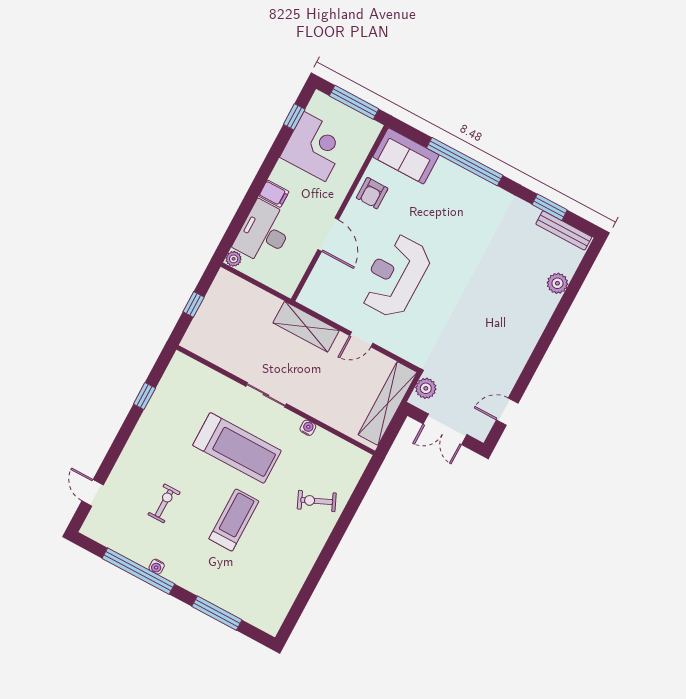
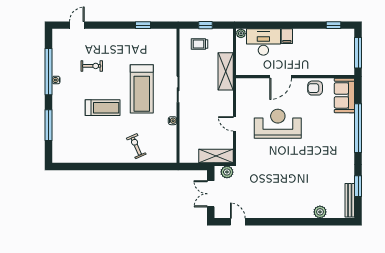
corner desk: (315, 147) -> (323, 44), removed
shelving: (306, 327) -> (226, 71), moved
trolley: (217, 328) -> (200, 44), added
shelving: (388, 403) -> (216, 156), width x0.68

